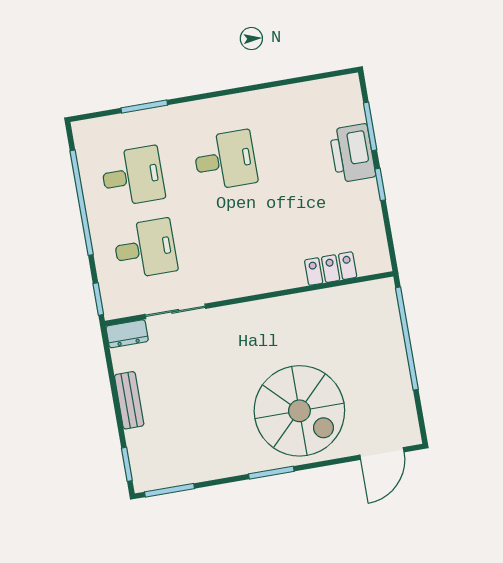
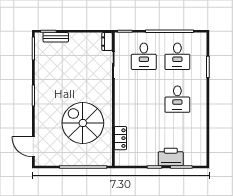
bench: (129, 400) -> (56, 37), moved
spiral stairs: (299, 411) -> (83, 123), moved, turned 90

